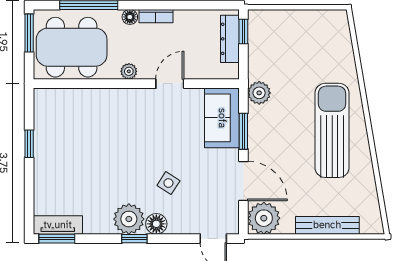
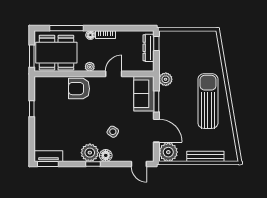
window: (29, 33) -> (32, 56), moved
armchair: (110, 109) -> (79, 89), added

